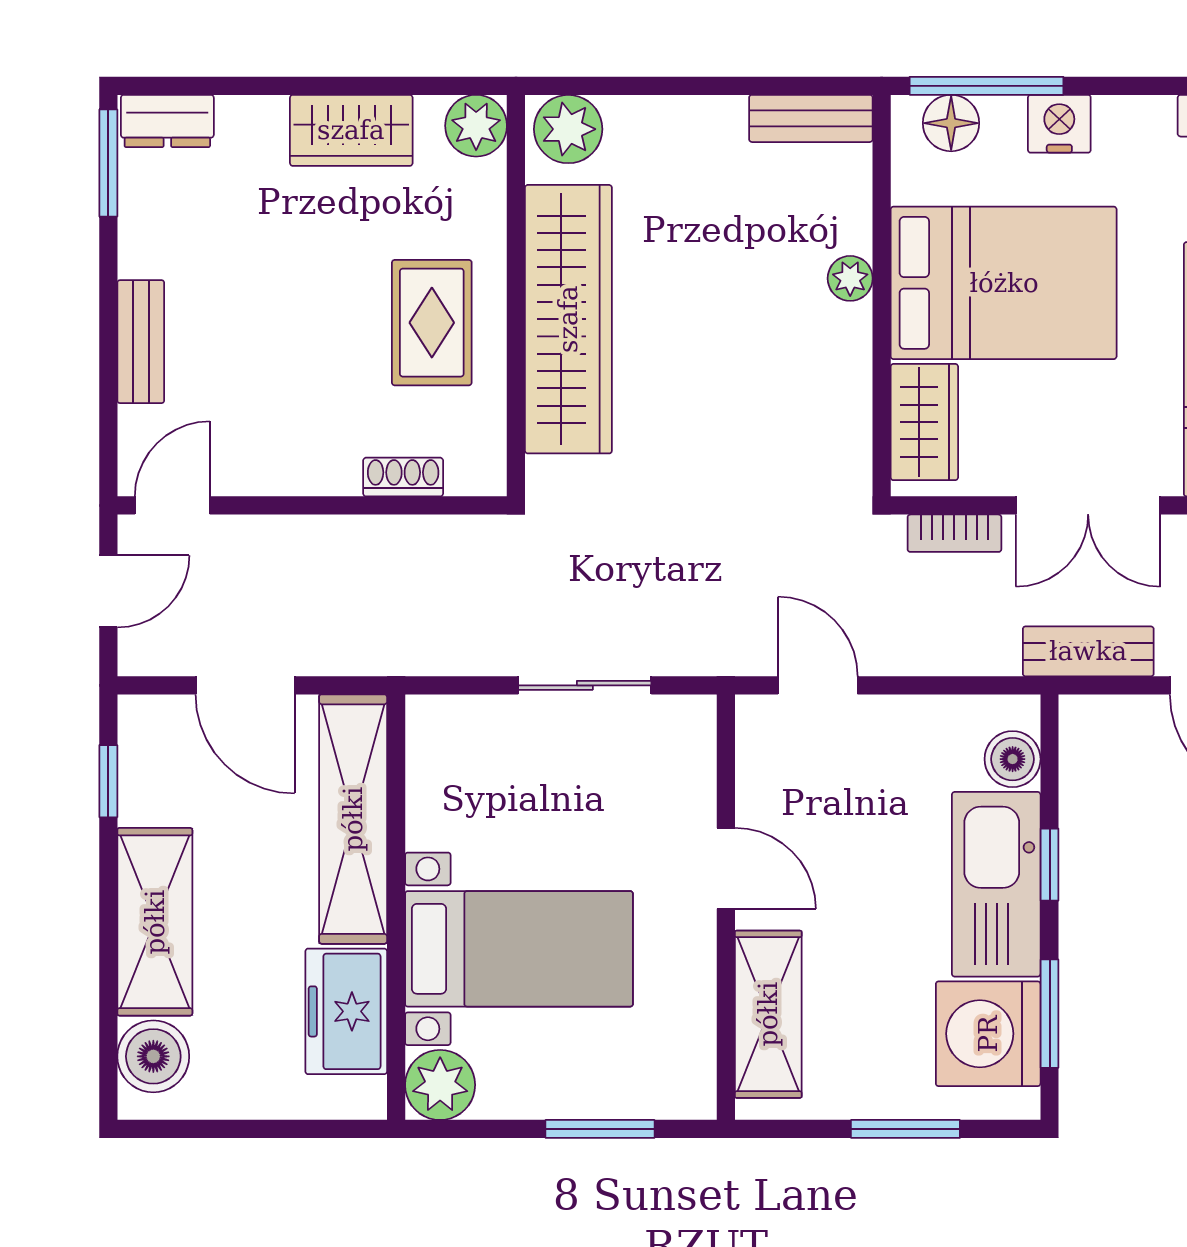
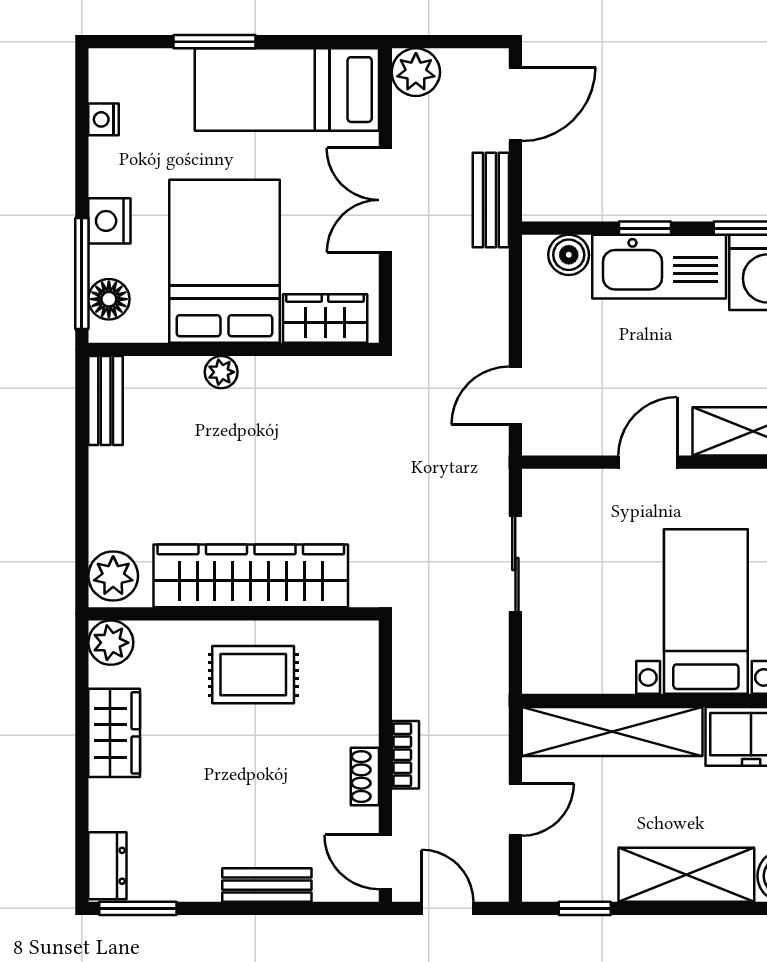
shoe rack: (403, 477) -> (365, 777), moved
double door: (1088, 505) -> (385, 200), swing flipped
bookcase: (954, 533) -> (405, 755), moved
door: (245, 685) -> (515, 810), width x0.73

